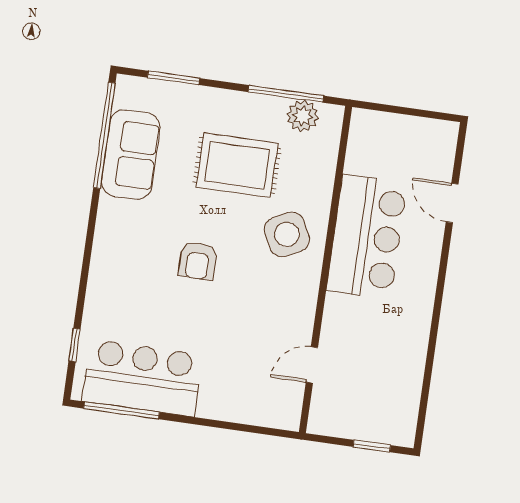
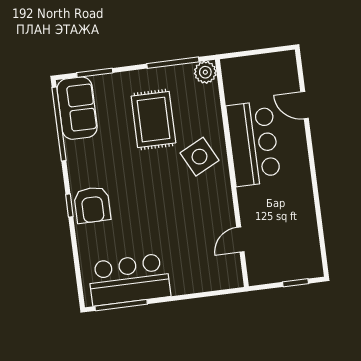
plant: (303, 116) -> (205, 72), moved
sofa: (131, 155) -> (77, 108), moved
rug: (237, 165) -> (153, 120), turned 90
armchair: (198, 261) -> (92, 205), moved, width x1.38, depth x1.38
window: (75, 345) -> (69, 206), moved

